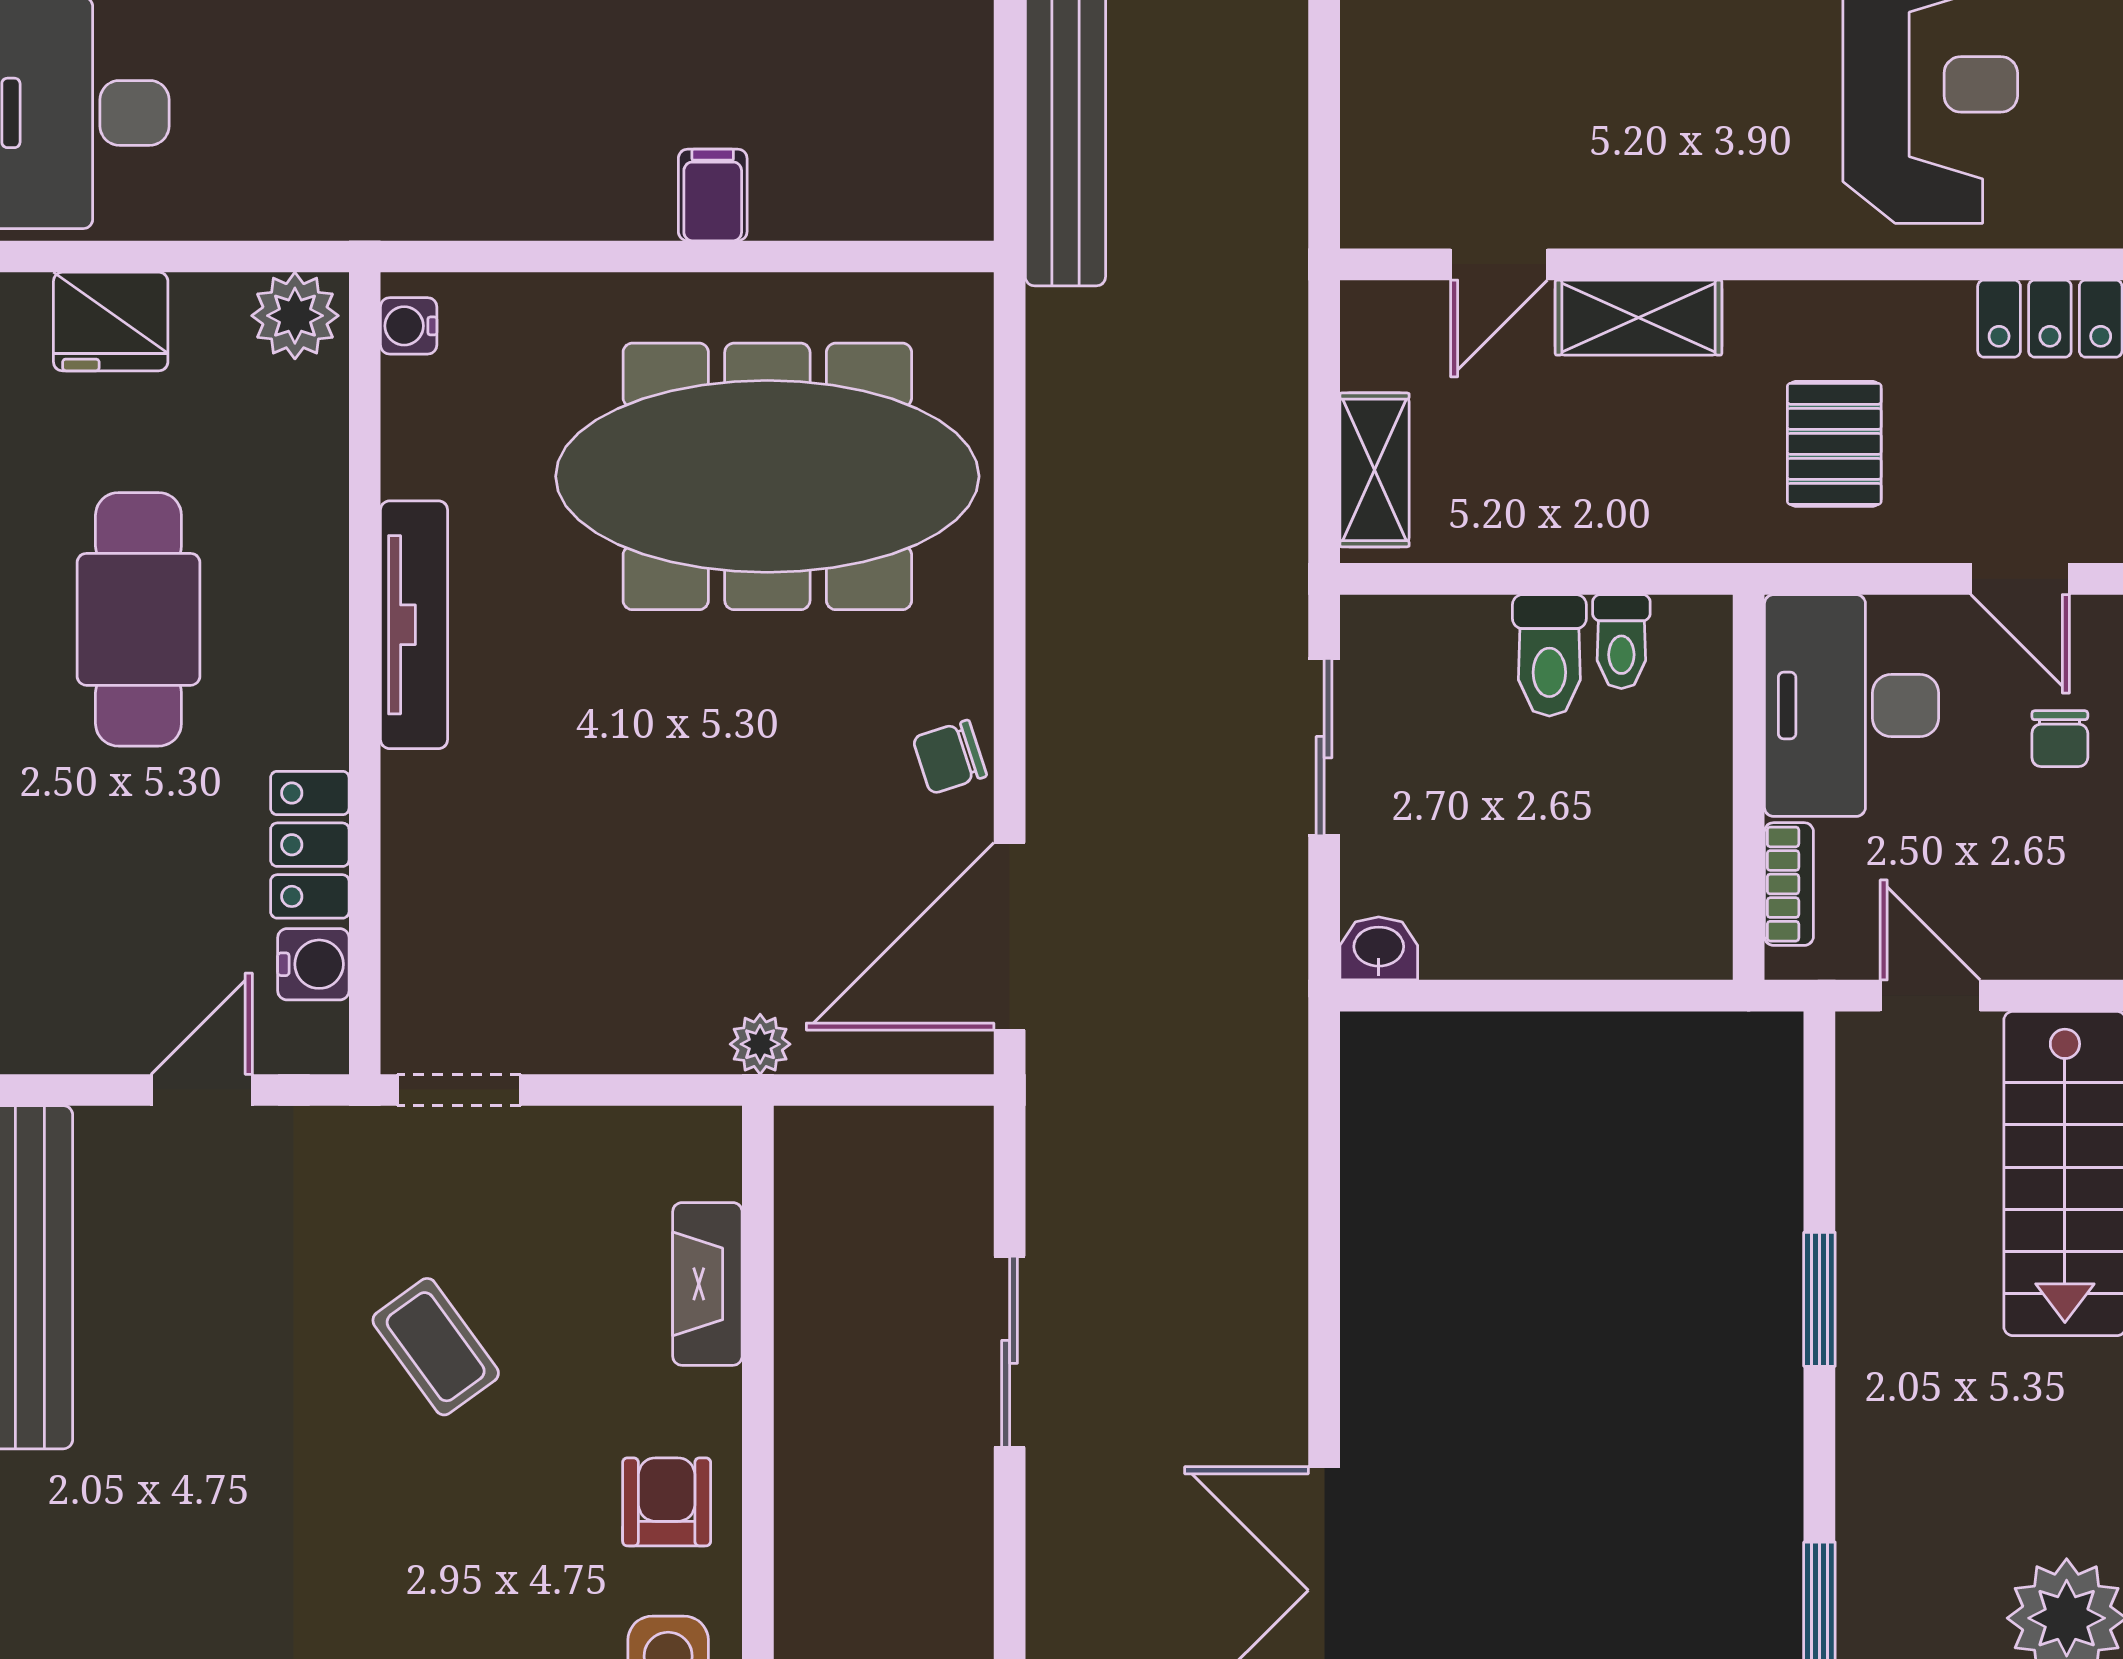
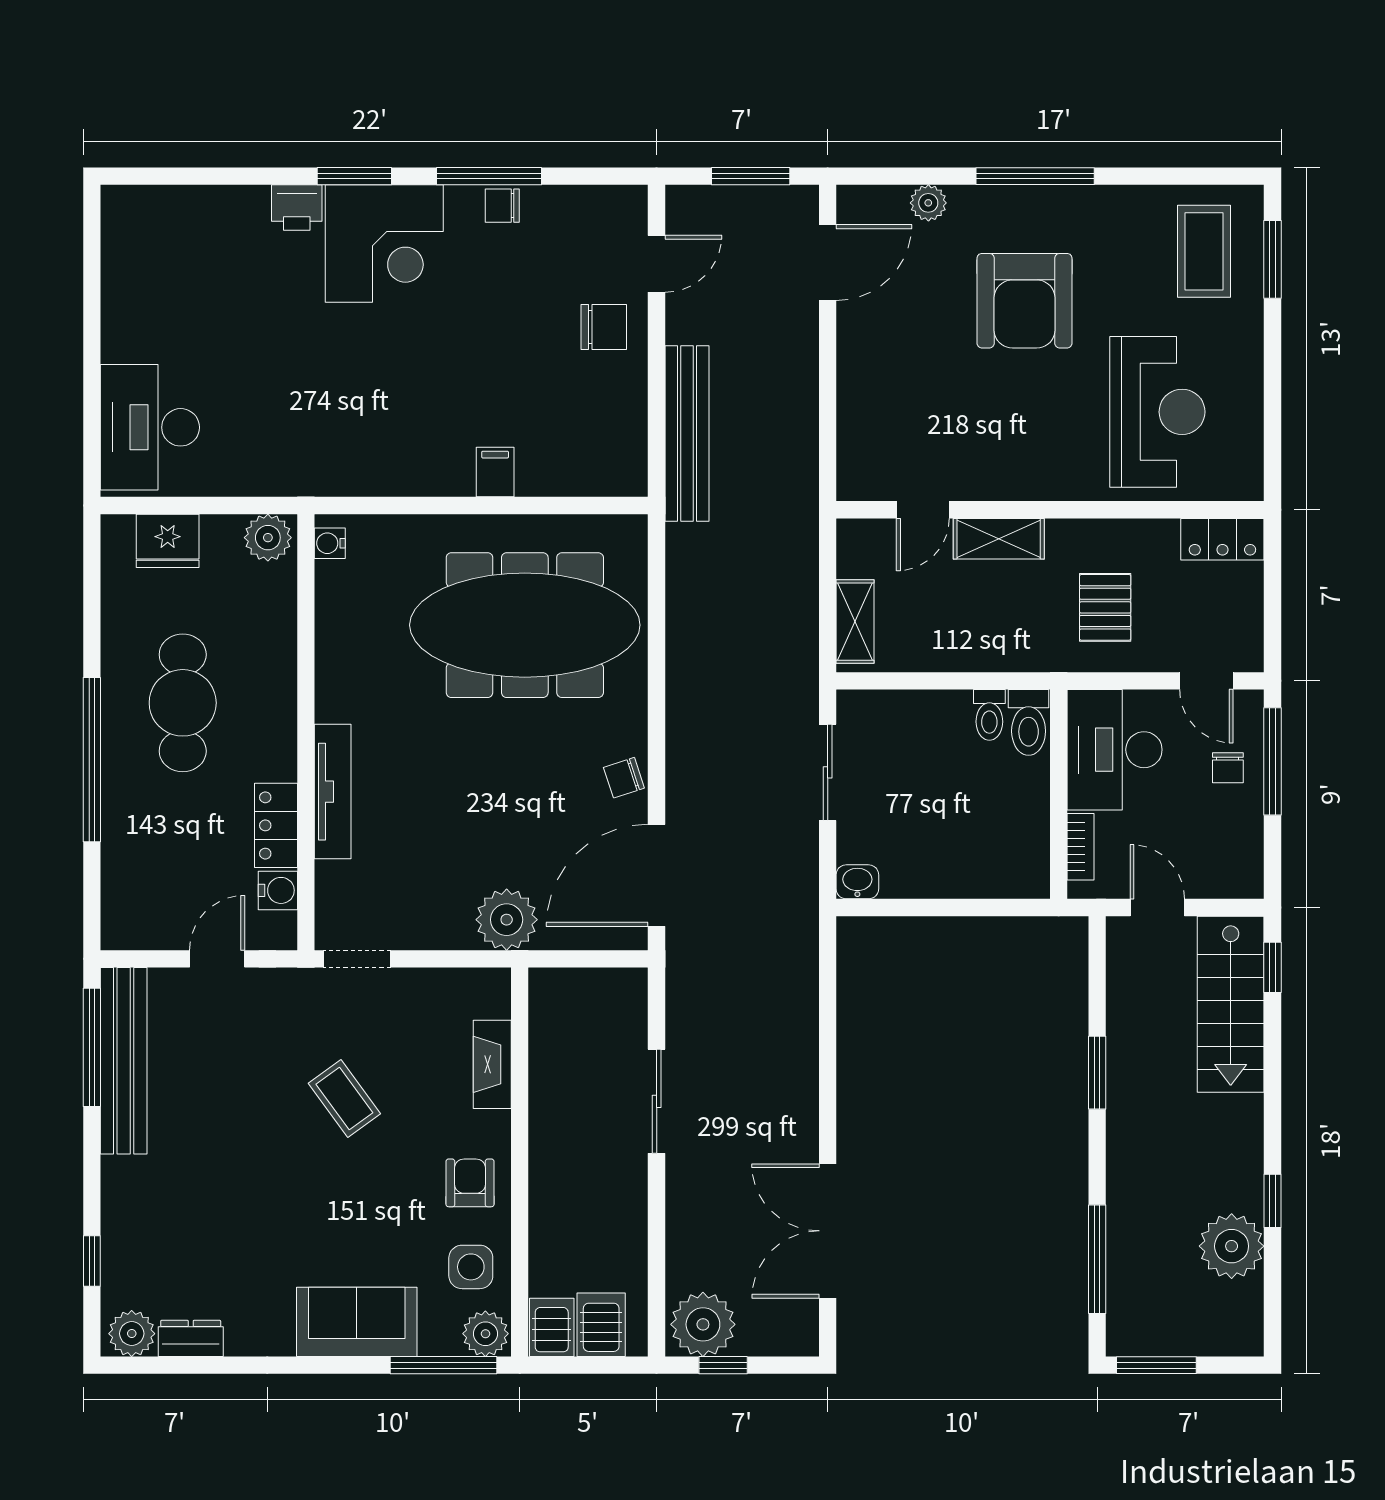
tv unit: (414, 625) -> (333, 792), moved
toilet: (1549, 655) -> (1029, 722), moved
plant: (760, 1044) -> (507, 920), width x1.87, depth x1.87

